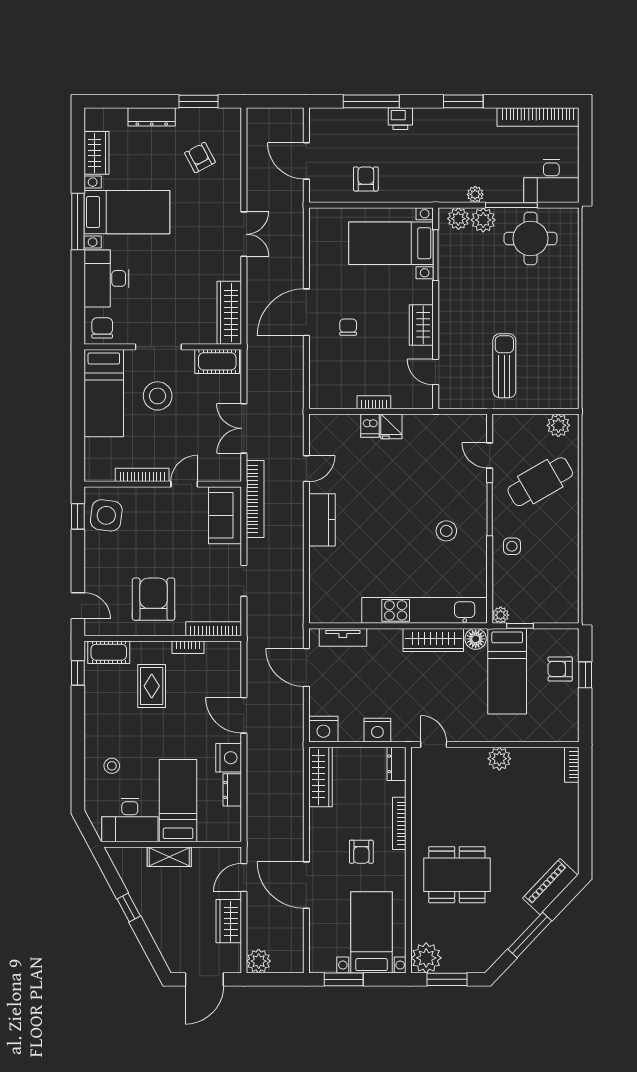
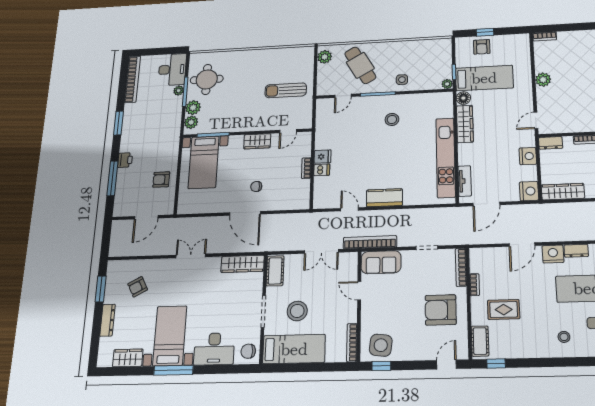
plant: (475, 194) -> (179, 91), moved
bookcase: (142, 475) -> (352, 343), moved
kitchen unit: (425, 610) -> (446, 157), moved

